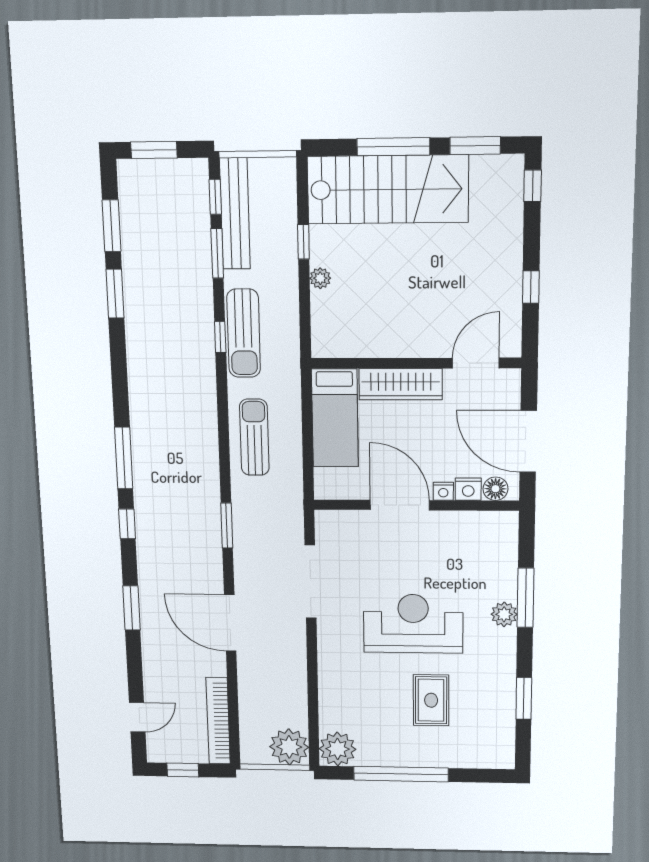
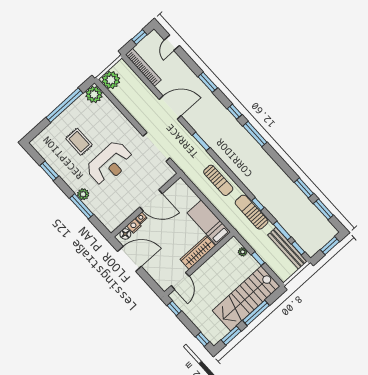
wall: (416, 363) -> (199, 264), moved
door: (476, 363) -> (180, 281), moved
wardrobe: (401, 384) -> (198, 253), moved
bed: (335, 418) -> (209, 222), moved

